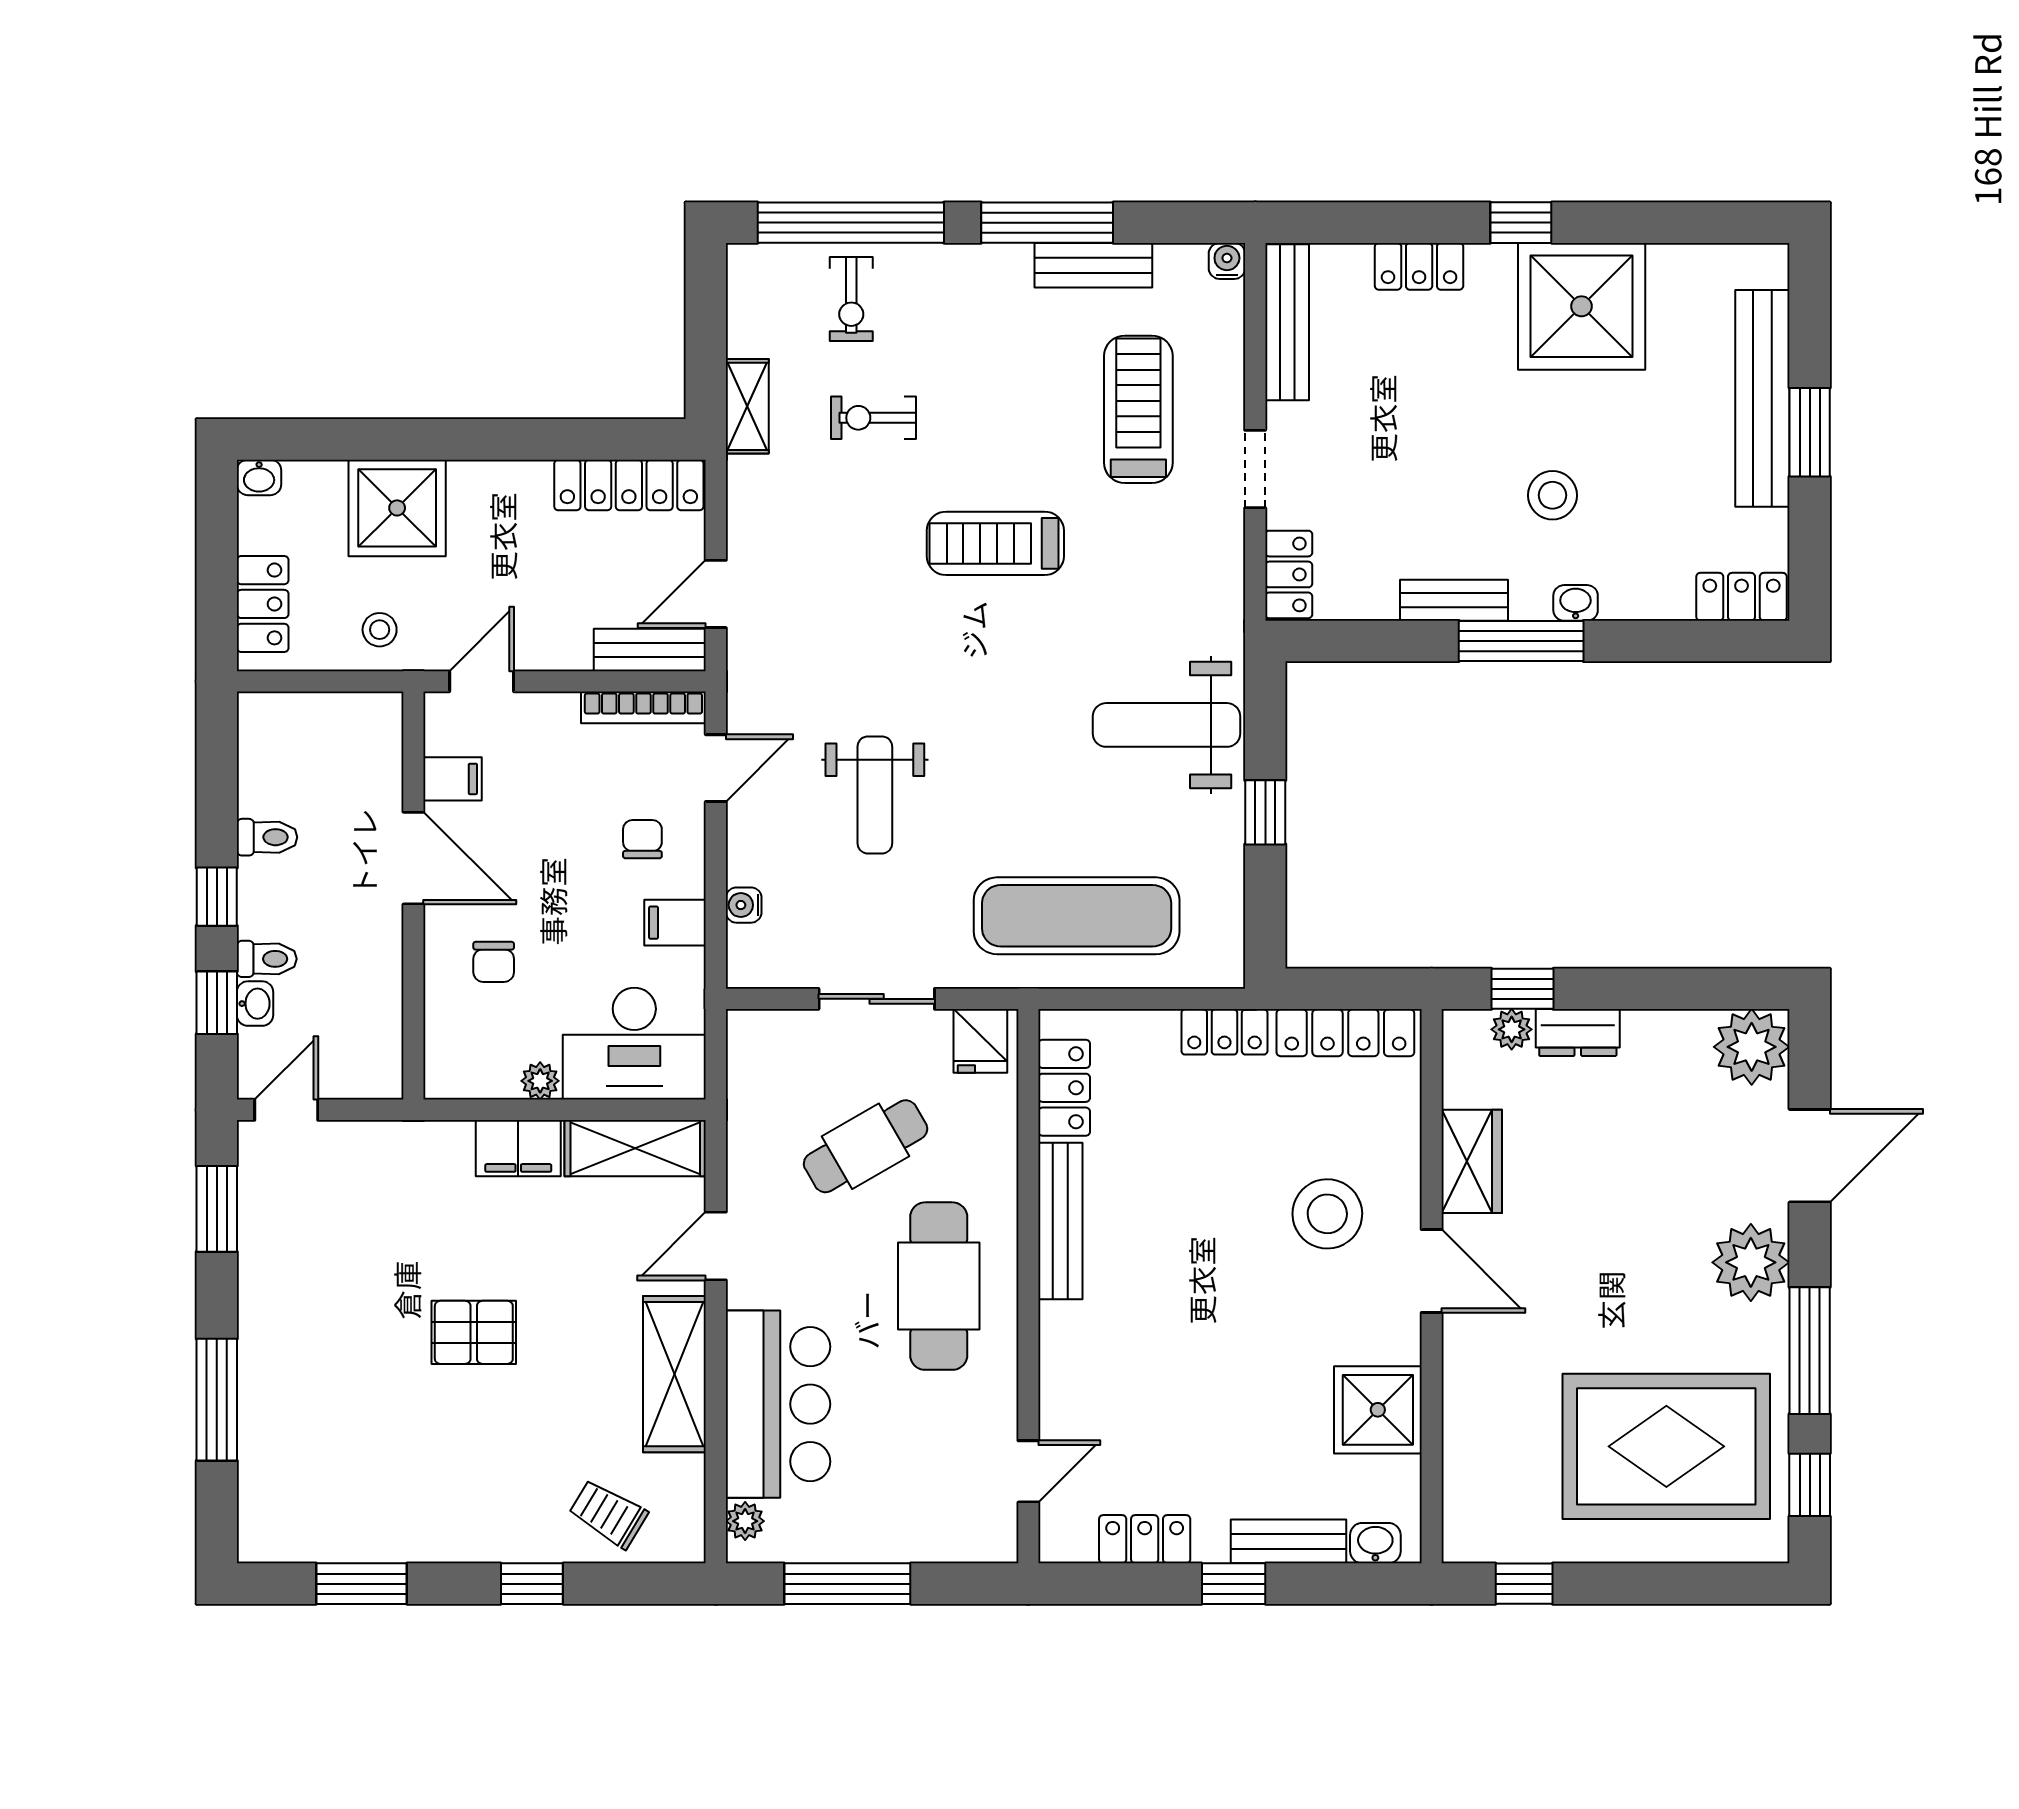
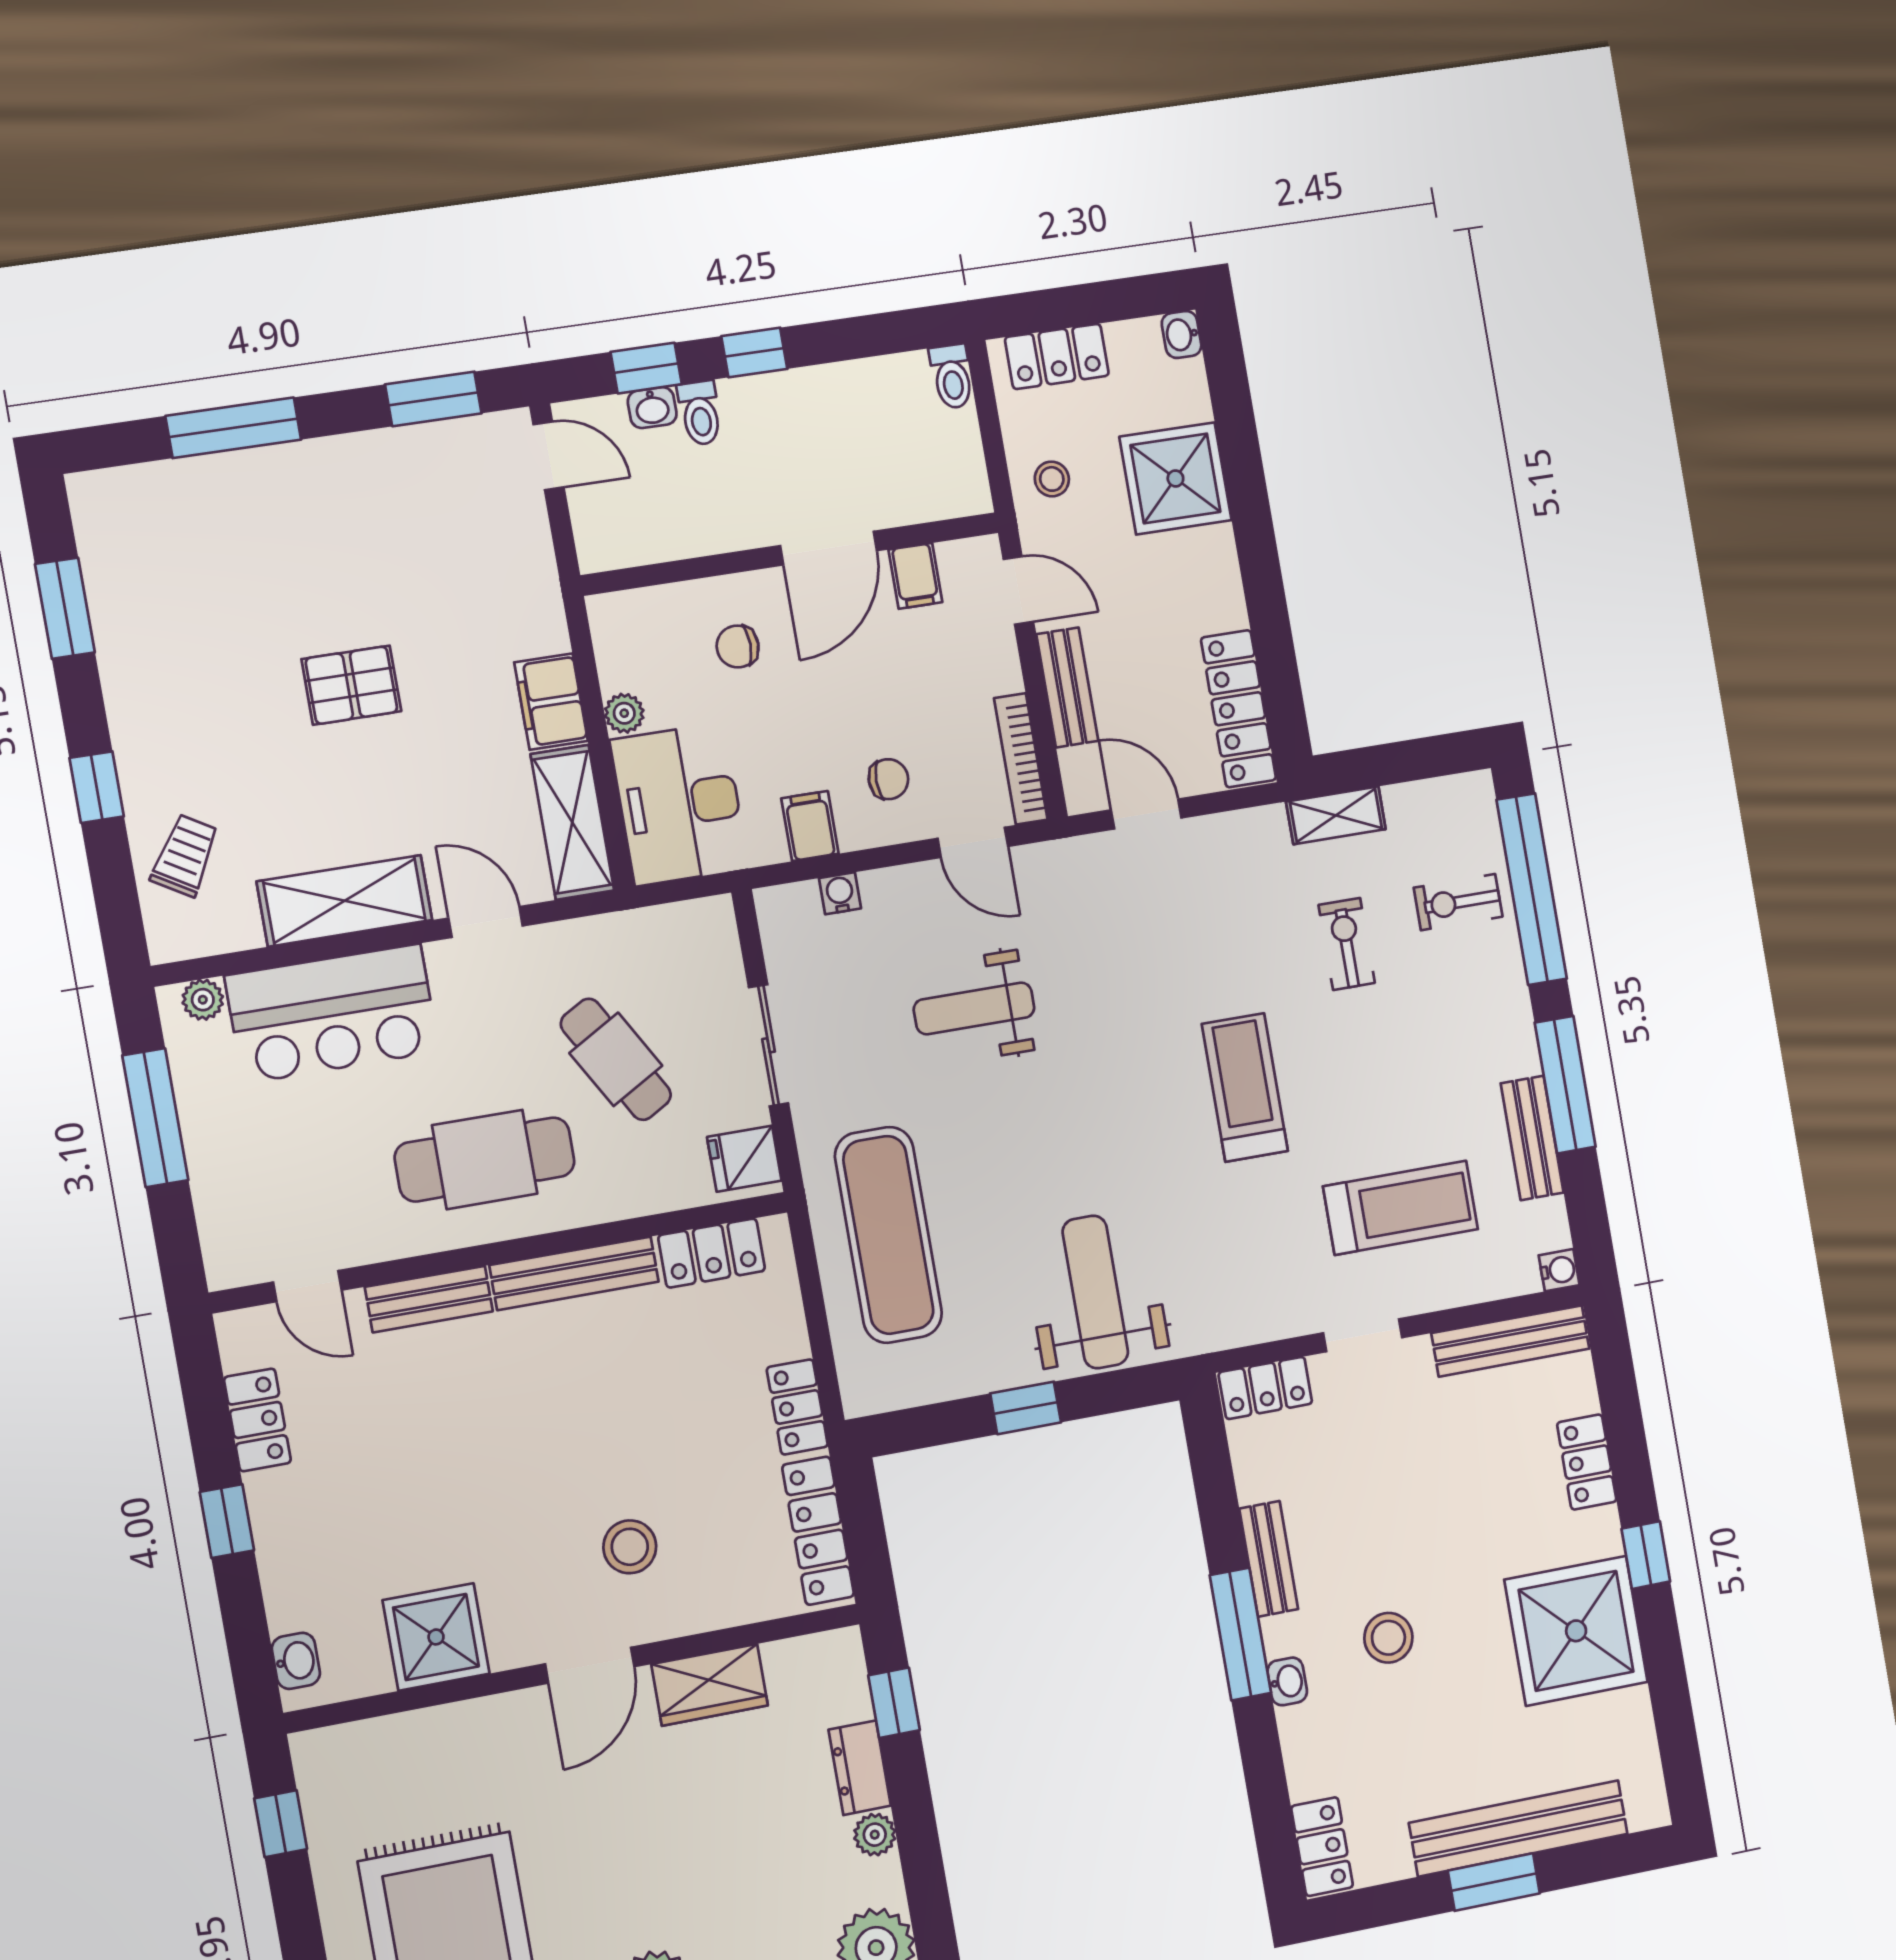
bench: (650, 650) -> (1067, 688), moved
toilet: (267, 837) -> (952, 376), moved
plant: (1512, 1029) -> (875, 1835), moved
stool: (1327, 1214) -> (630, 1547), width x0.73, depth x0.73
pallet: (474, 1332) -> (351, 685), turned 90
bench: (1288, 1541) -> (429, 1299), moved, turned 90

